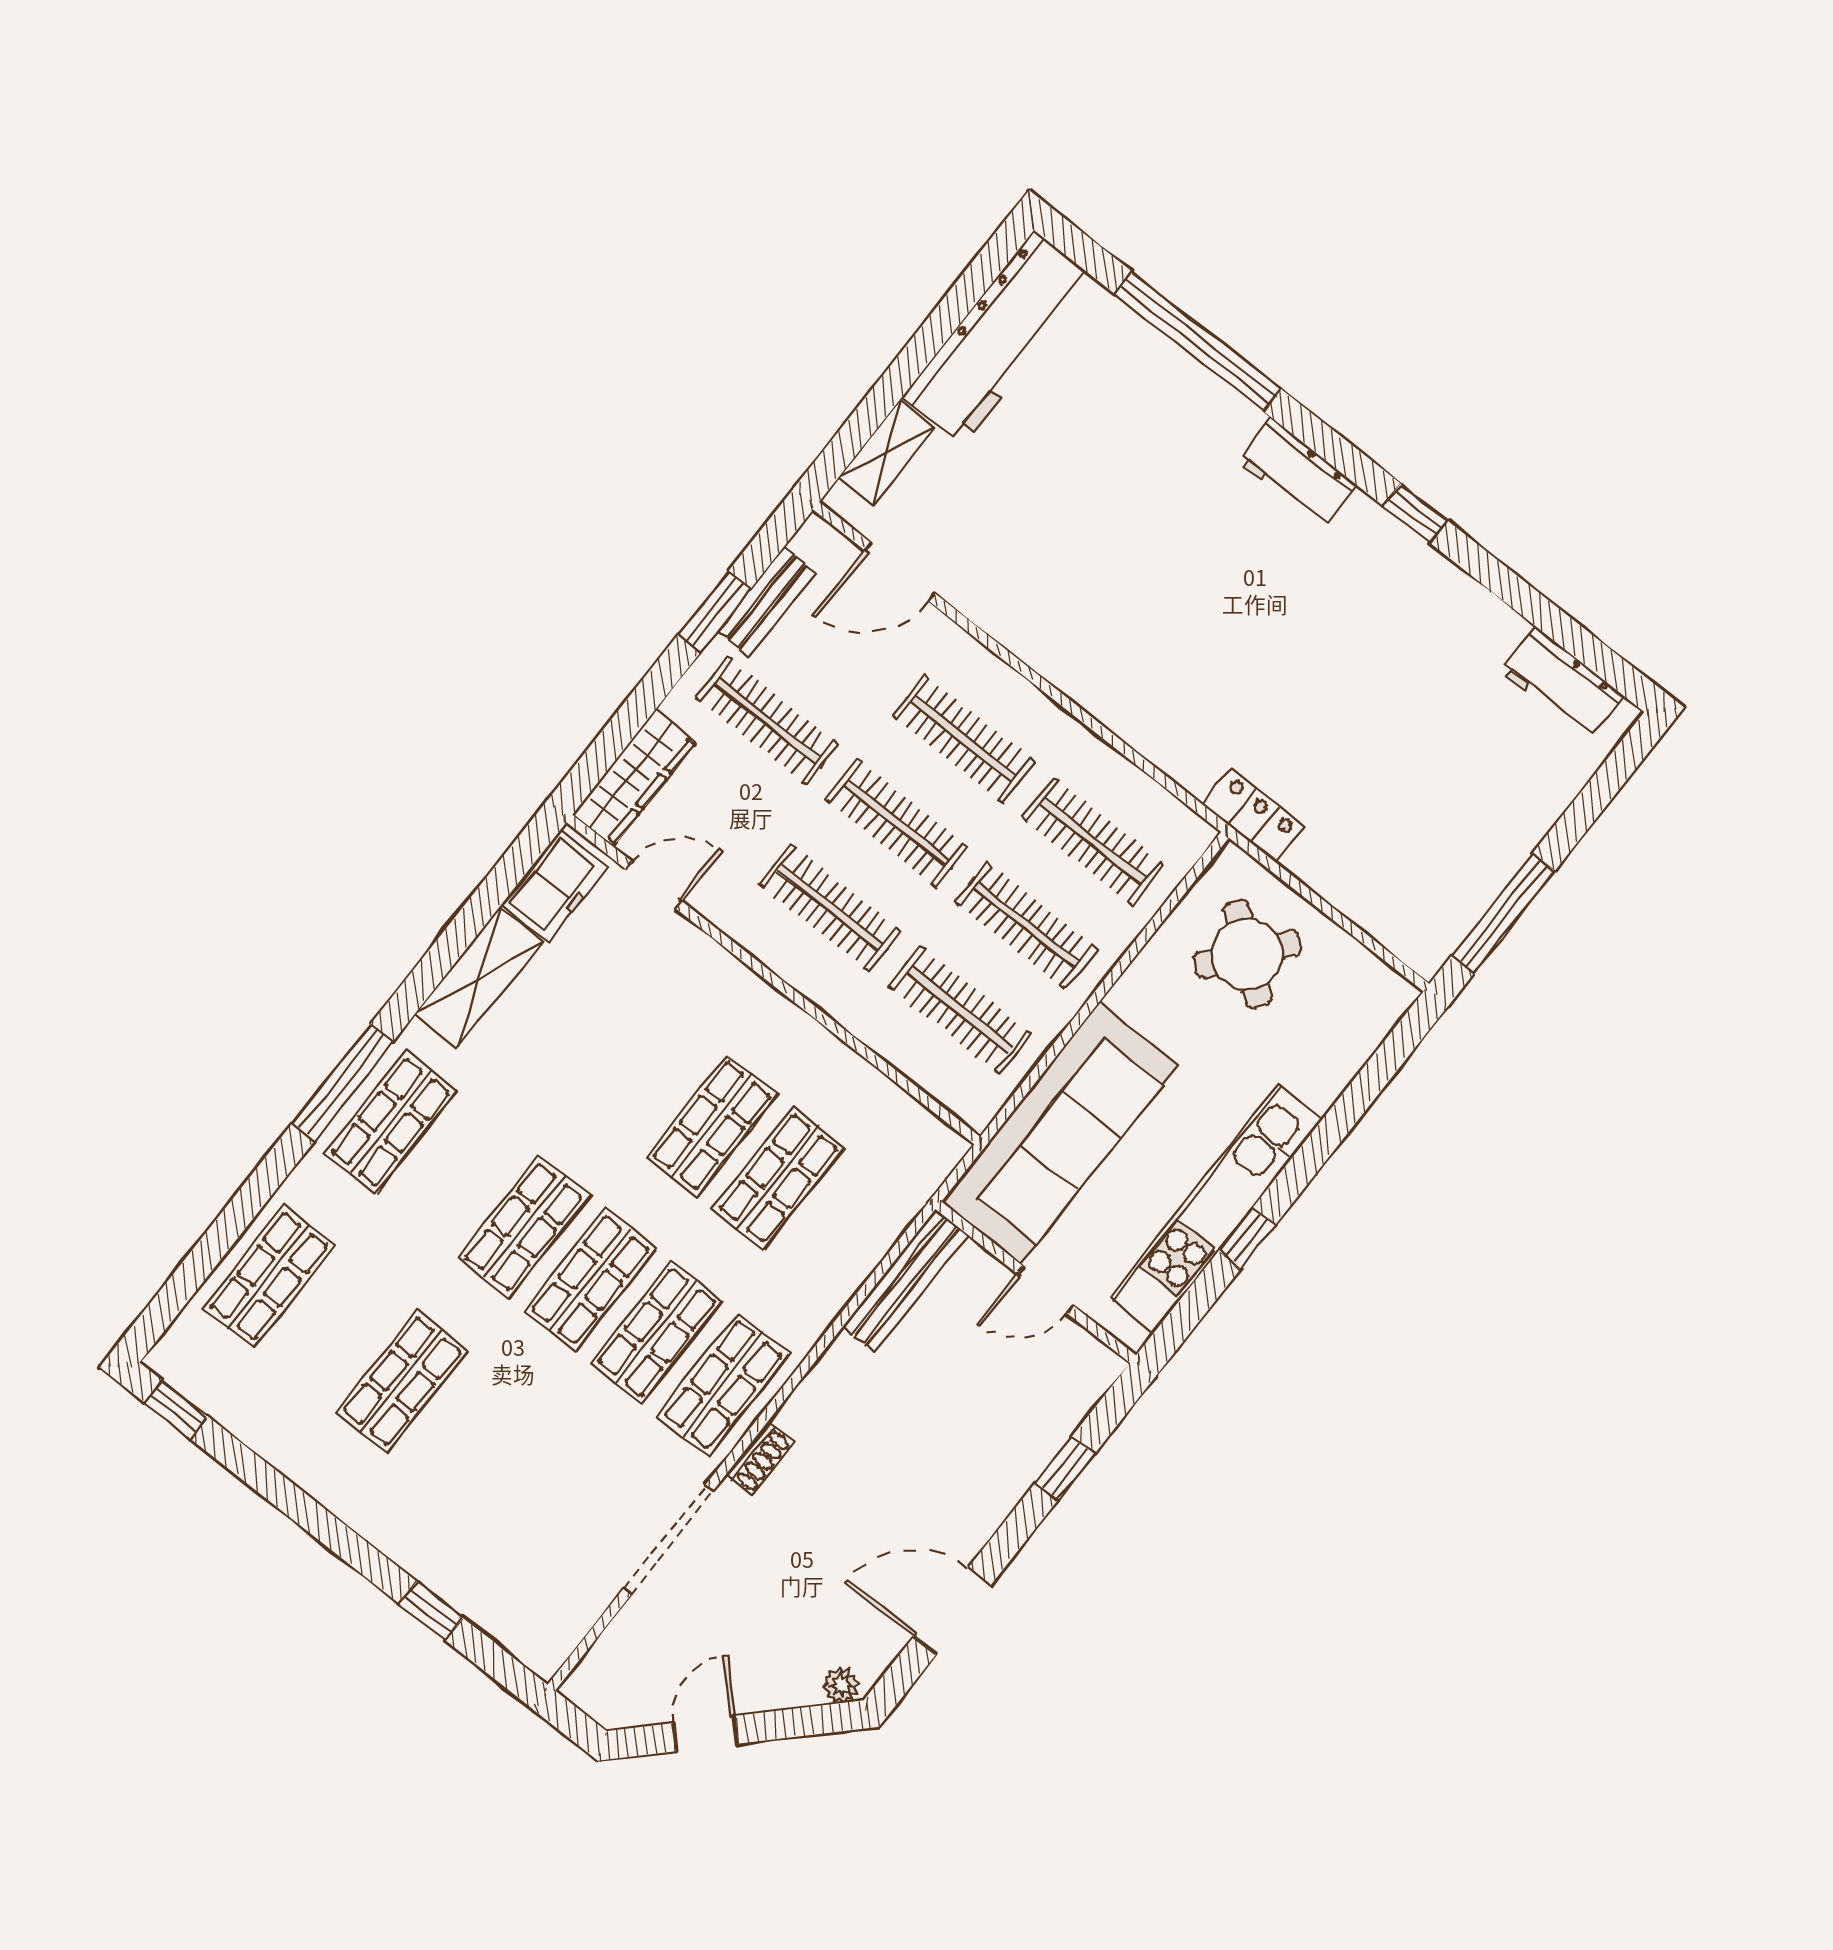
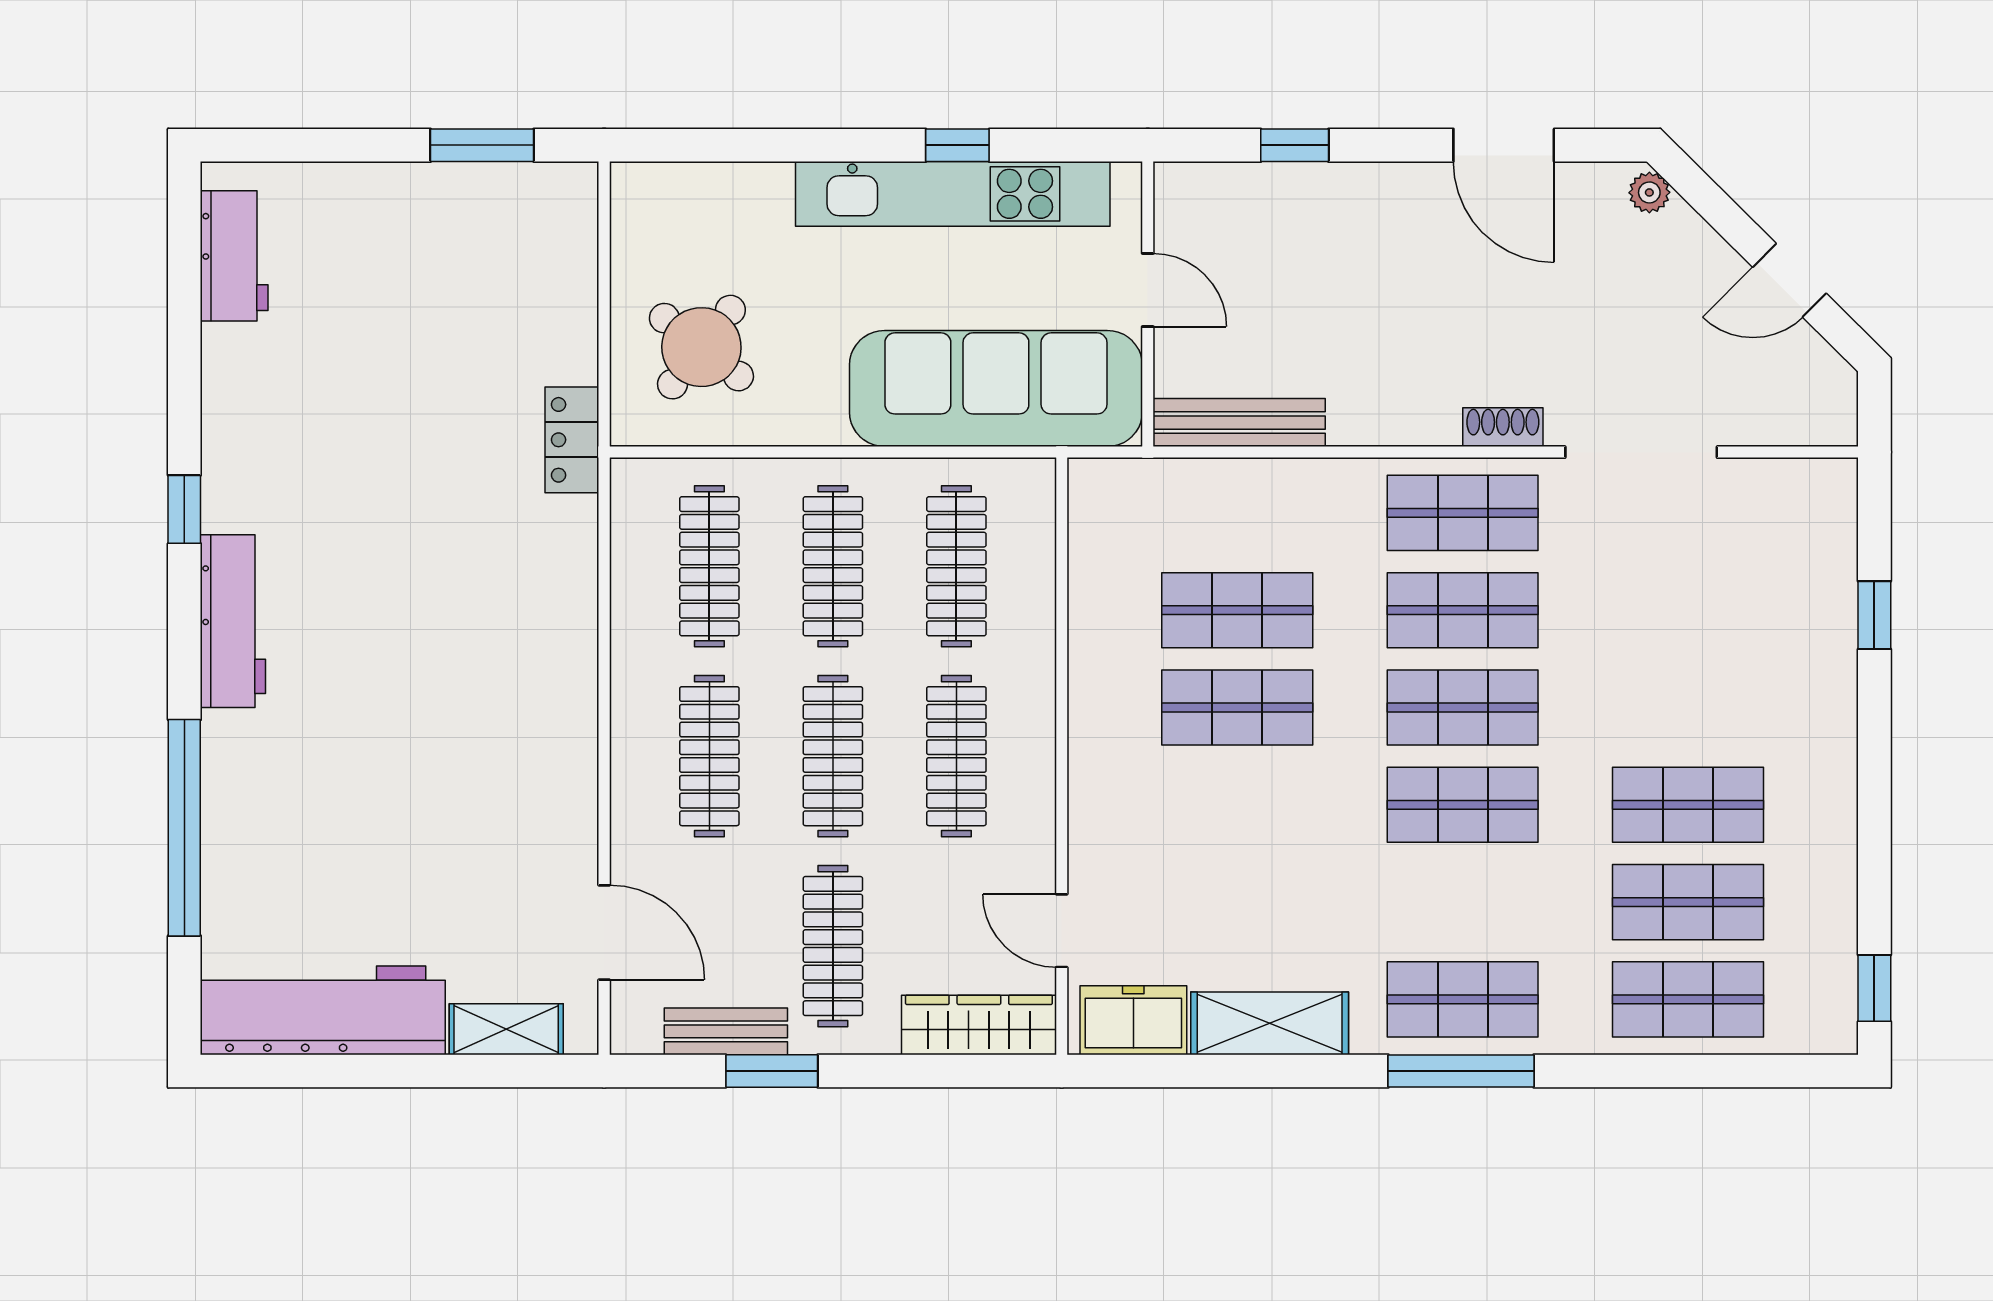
workbench: (1297, 473) -> (233, 621), width x1.38
window: (1503, 913) -> (482, 145), width x0.69
shop shelf: (336, 1329) -> (1688, 902), added

